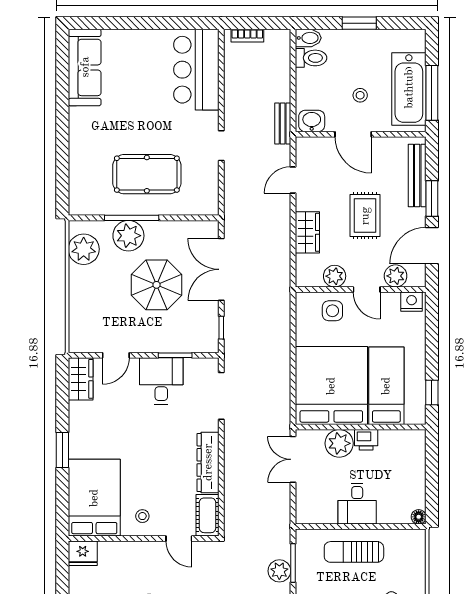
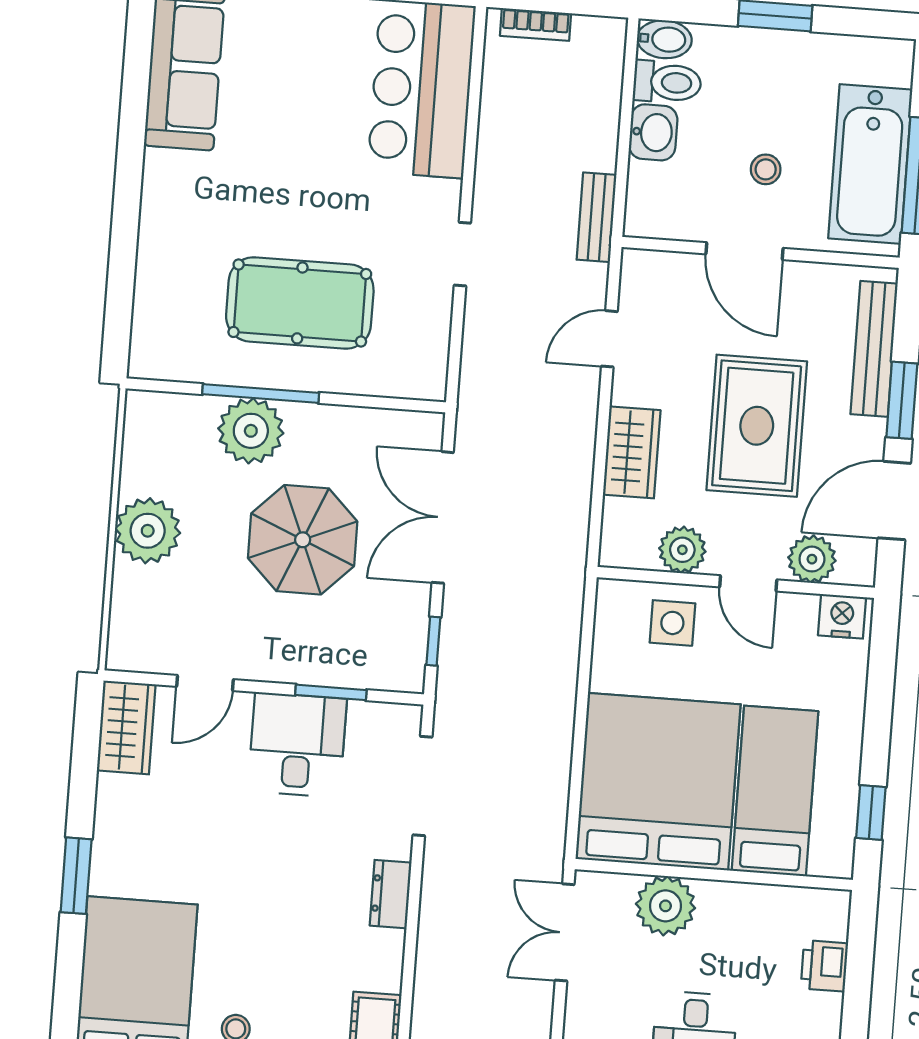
washbasin: (312, 121) -> (653, 132), moved, turned 90
rug: (365, 216) -> (757, 426), width x1.36, depth x1.43
plant: (84, 249) -> (148, 531), moved
printer: (366, 440) -> (824, 966), moved, turned 90
dresser: (208, 462) -> (391, 894), width x0.51, depth x0.80

